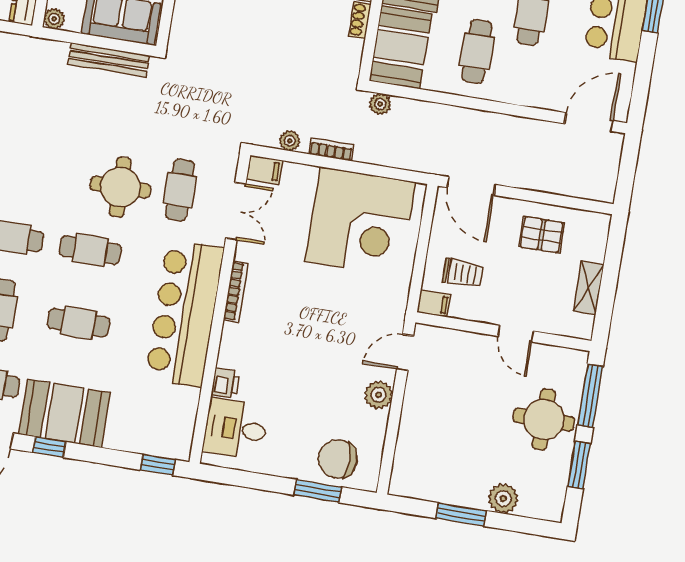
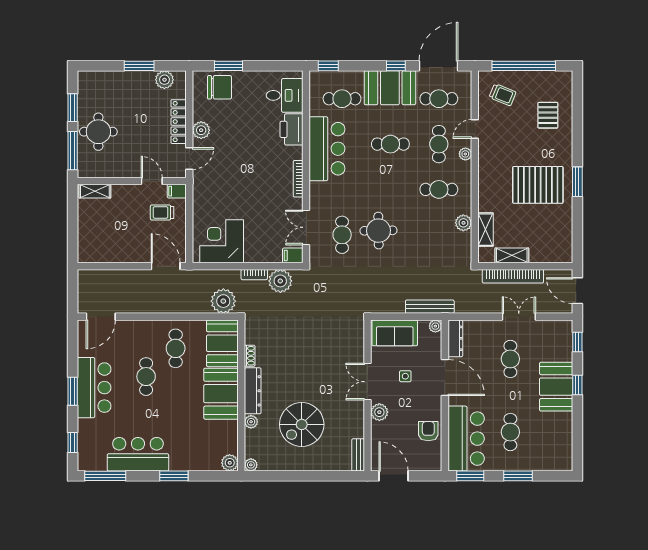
bench: (109, 60) -> (430, 307), moved
plant: (380, 104) -> (223, 301), width x1.88, depth x1.88
plant: (290, 141) -> (280, 281), width x1.88, depth x1.88
corner desk: (360, 222) -> (222, 241), width x0.74, depth x0.74
pallet: (542, 235) -> (118, 244), removed
cafe table: (90, 250) -> (342, 99), moved
shelving: (589, 288) -> (95, 191), moved, turned 90
bar counter: (185, 313) -> (327, 149), width x0.73
door: (516, 334) -> (152, 181), moved
printer: (225, 383) -> (292, 129), width x1.87, depth x1.48
locker: (412, 415) -> (179, 122), added
plant: (503, 498) -> (164, 80), moved

